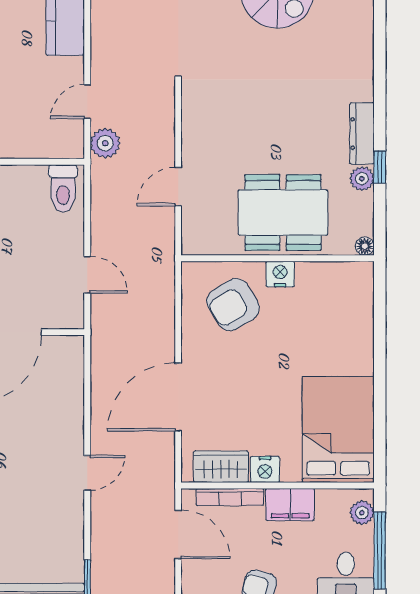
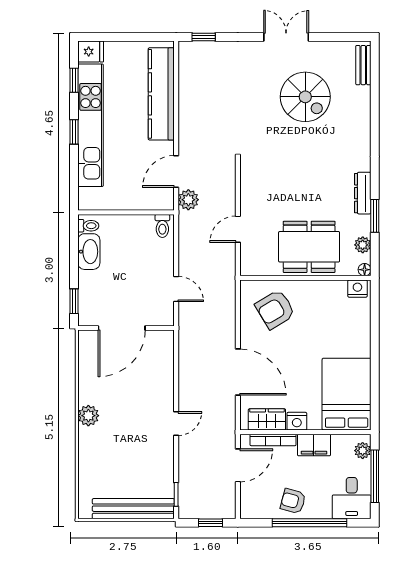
door: (87, 102) -> (176, 171), width x1.38
window: (380, 167) -> (375, 216), width x1.50
plant: (362, 179) -> (363, 245), moved
toilet: (63, 188) -> (162, 226), width x0.73, depth x0.72
nightstand: (280, 274) -> (357, 289), moved
door: (178, 397) -> (238, 372), swing flipped
door: (178, 534) -> (238, 465), hinge flipped

